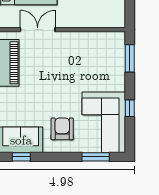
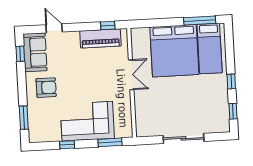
double door: (38, 30) -> (131, 75), moved
corner sofa: (104, 122) -> (87, 121), moved

